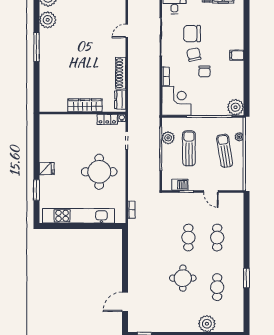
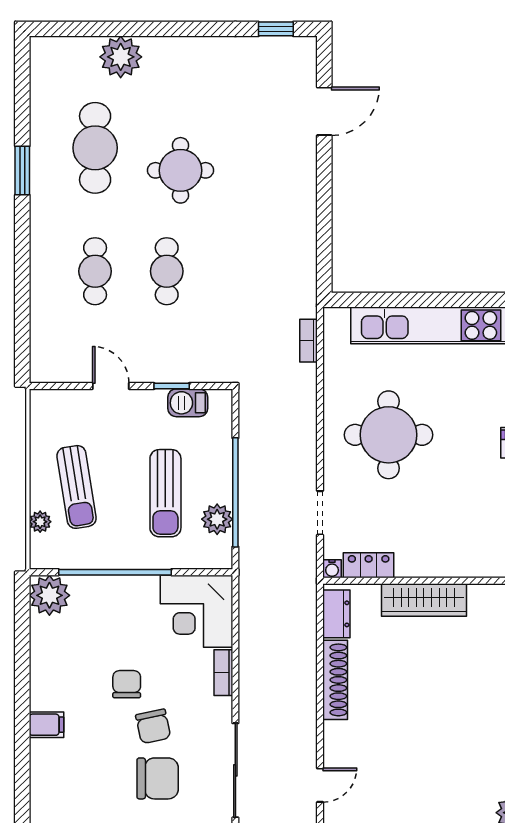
cafe table: (217, 287) -> (95, 148), width x1.37, depth x1.35

